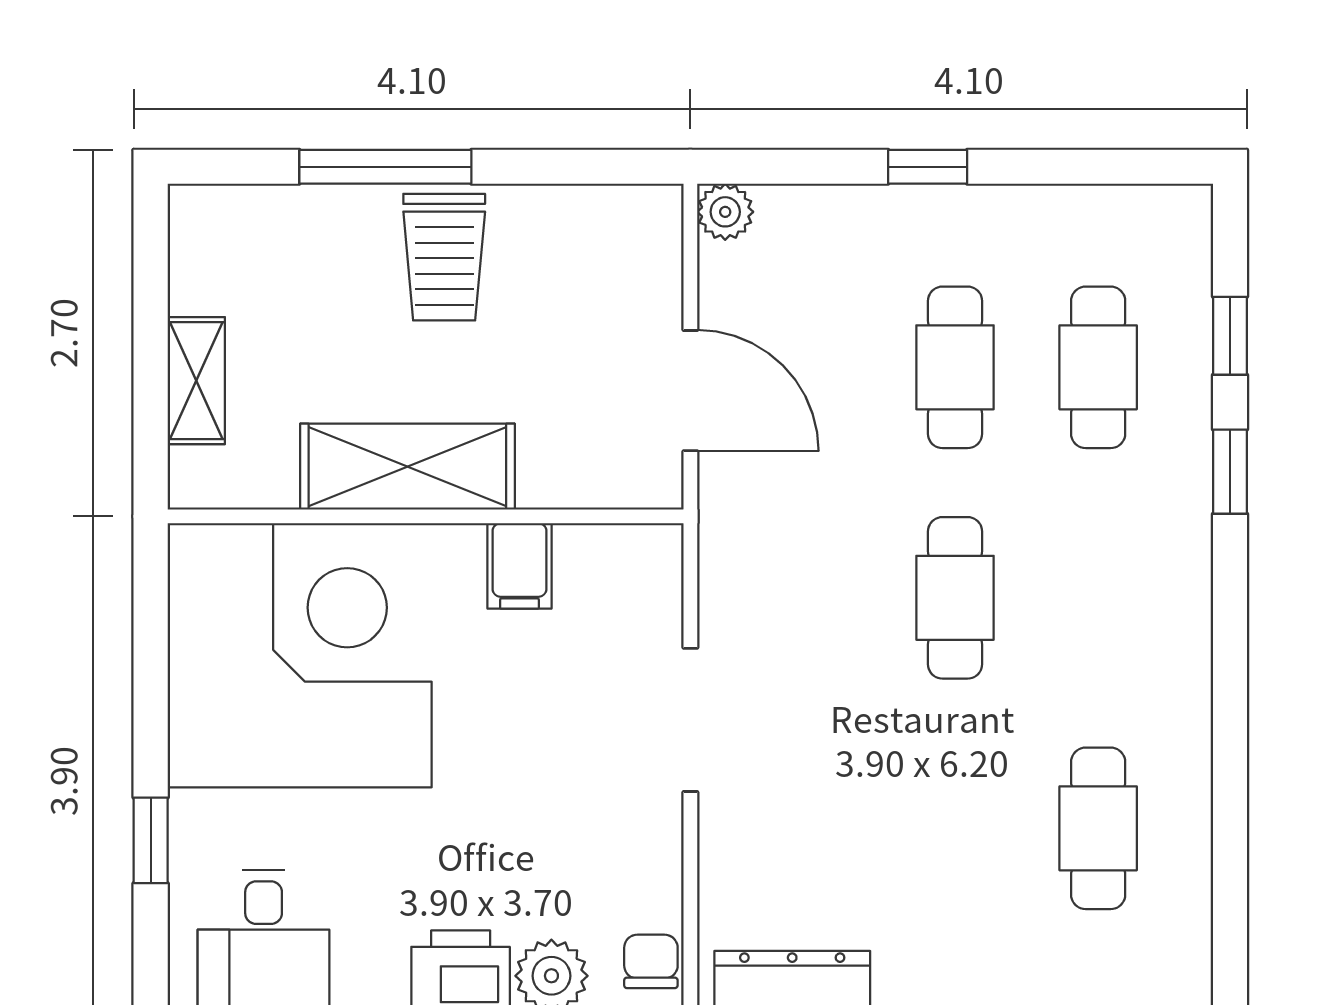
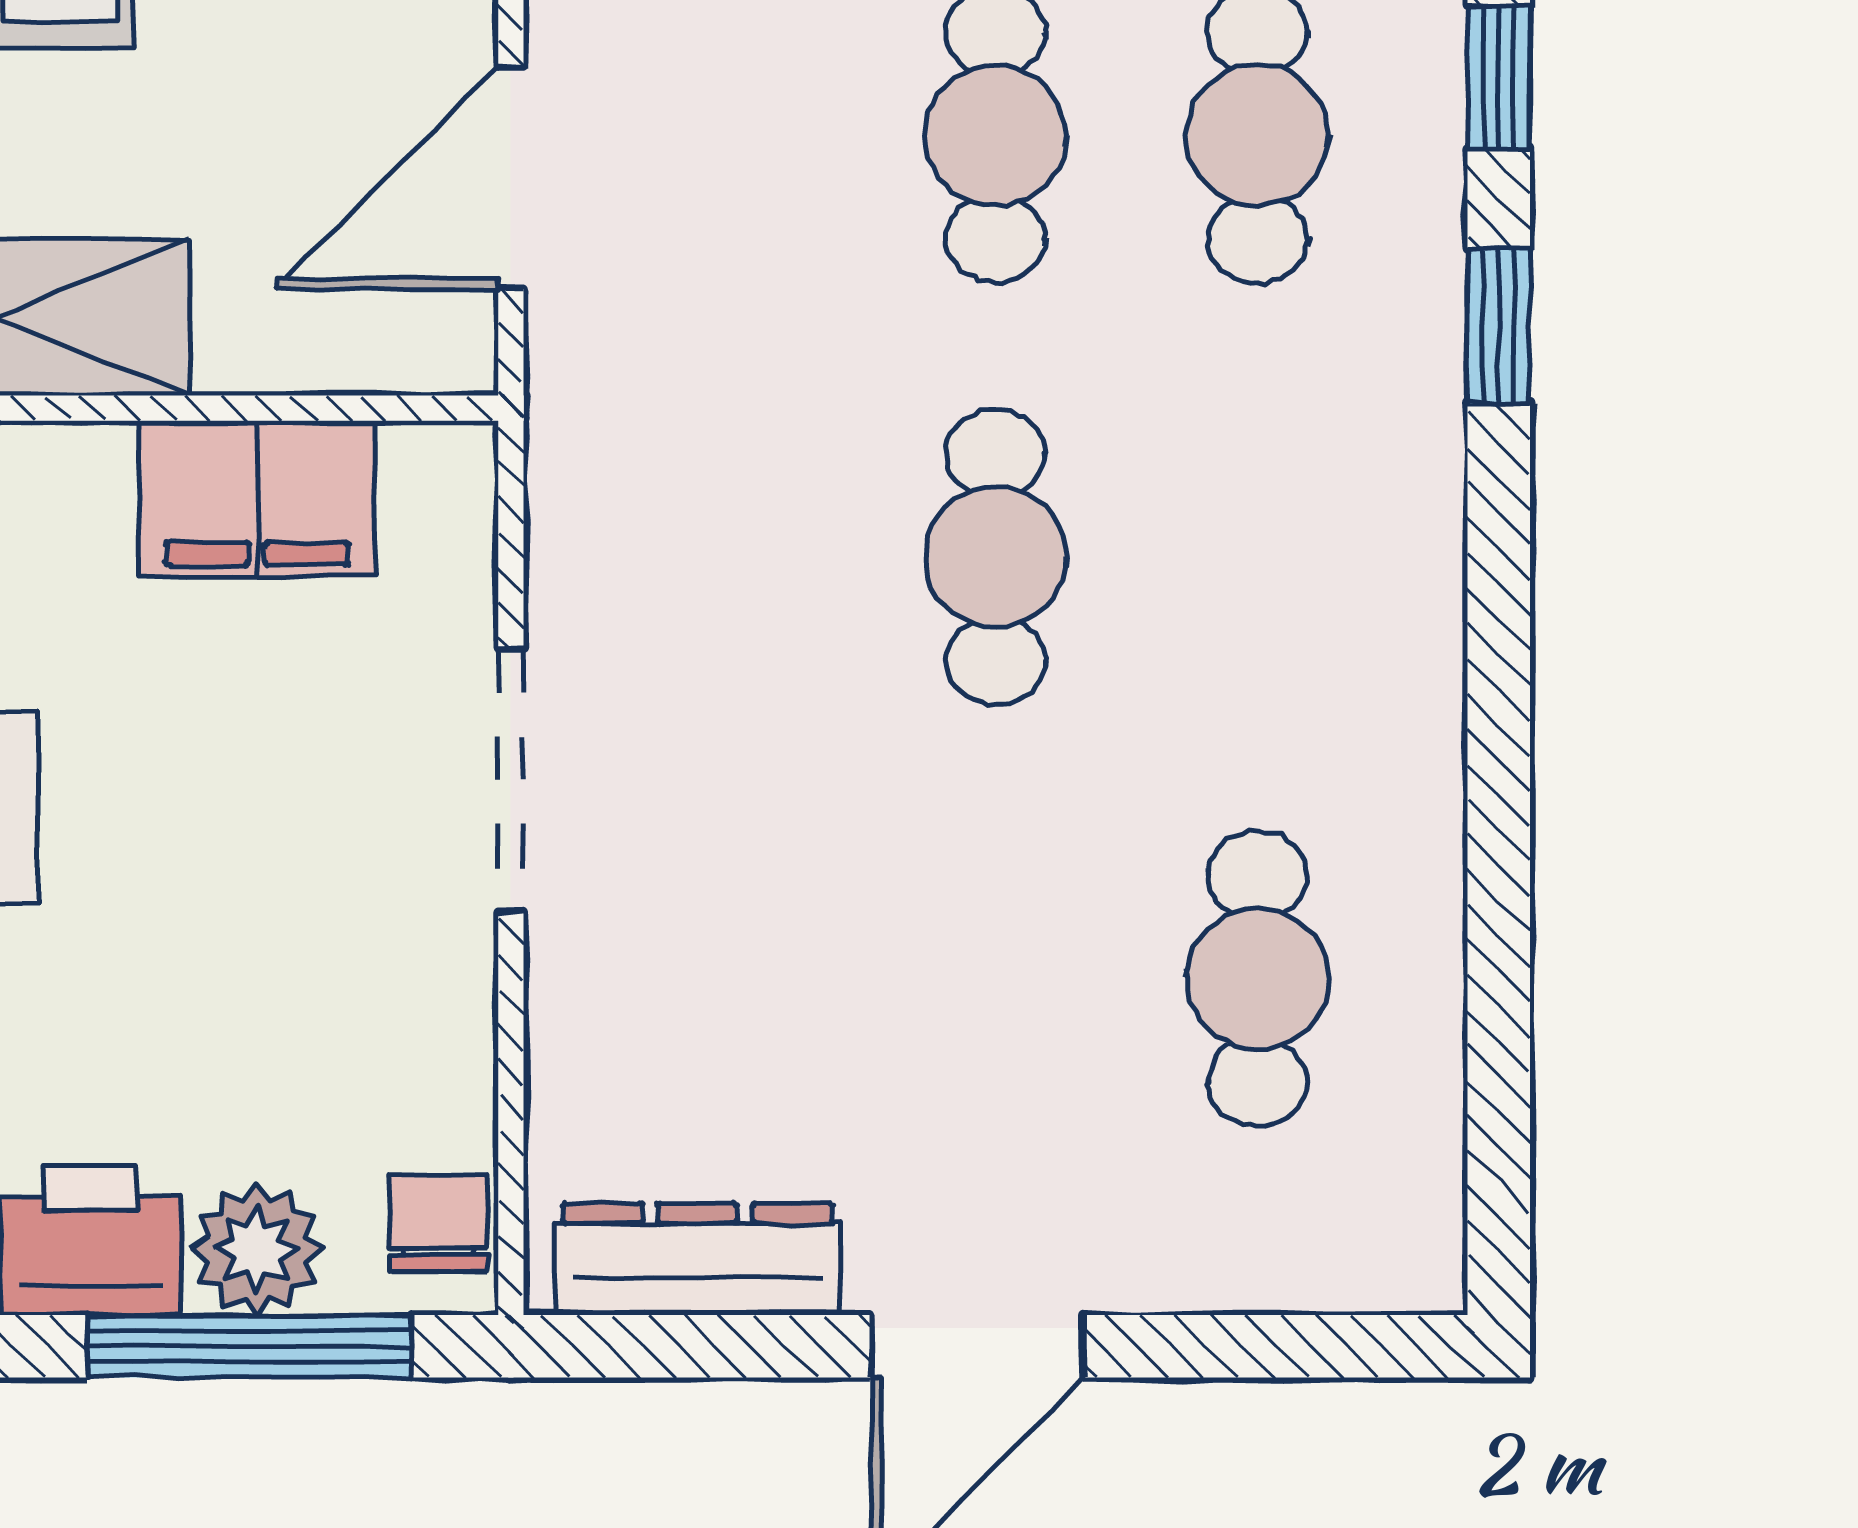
door: (690, 391) -> (511, 178), swing flipped
filing cabinet: (519, 566) -> (257, 499), width x2.00

